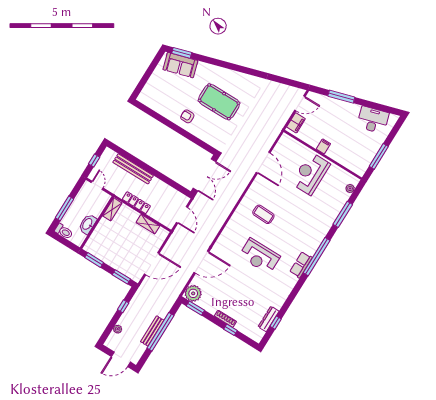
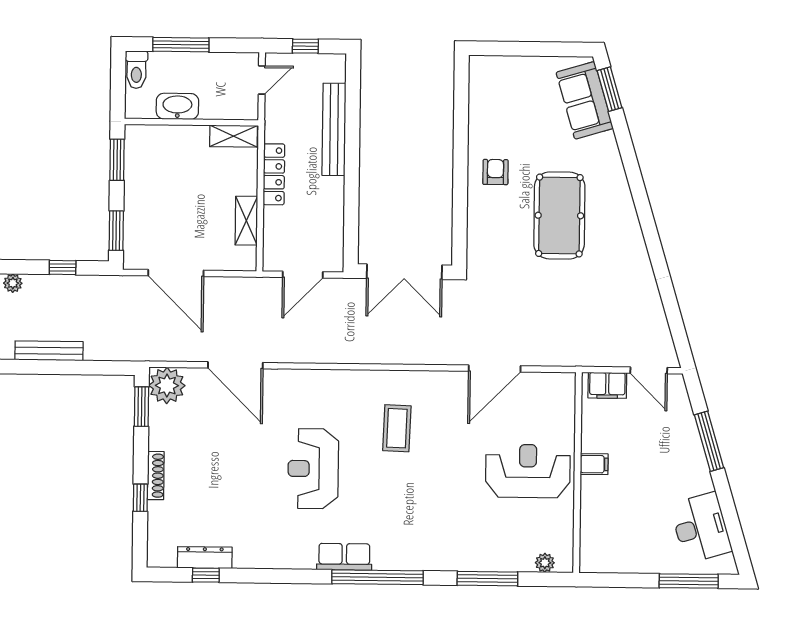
window: (379, 156) -> (689, 581), moved
window: (160, 332) -> (57, 367), removed

